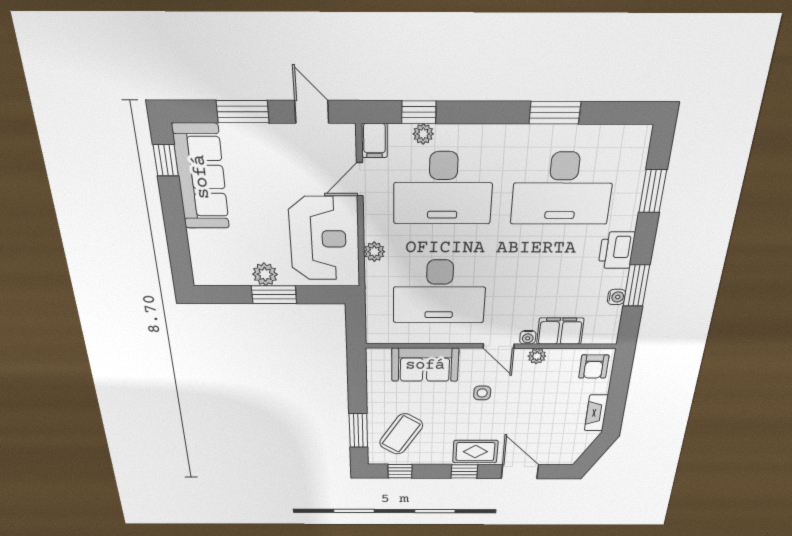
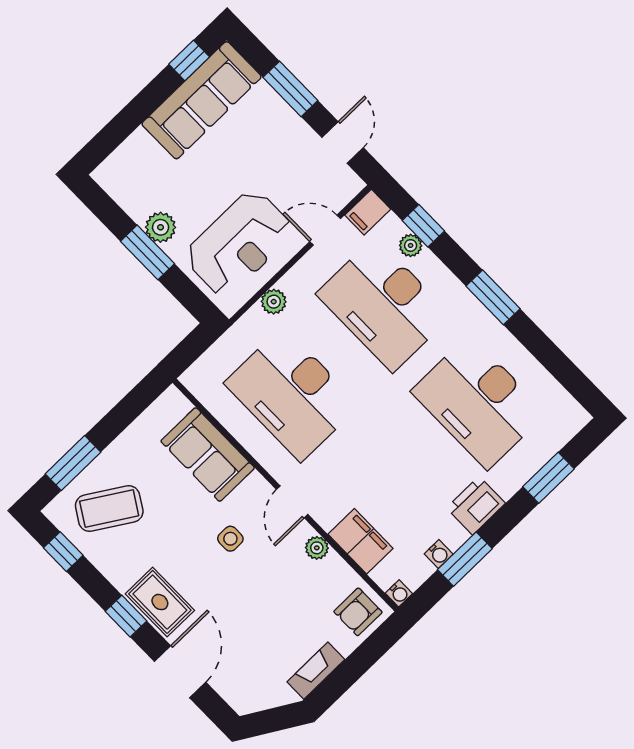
window: (555, 113) -> (493, 297), moved
water cooler: (528, 337) -> (399, 593), moved, turned -90

